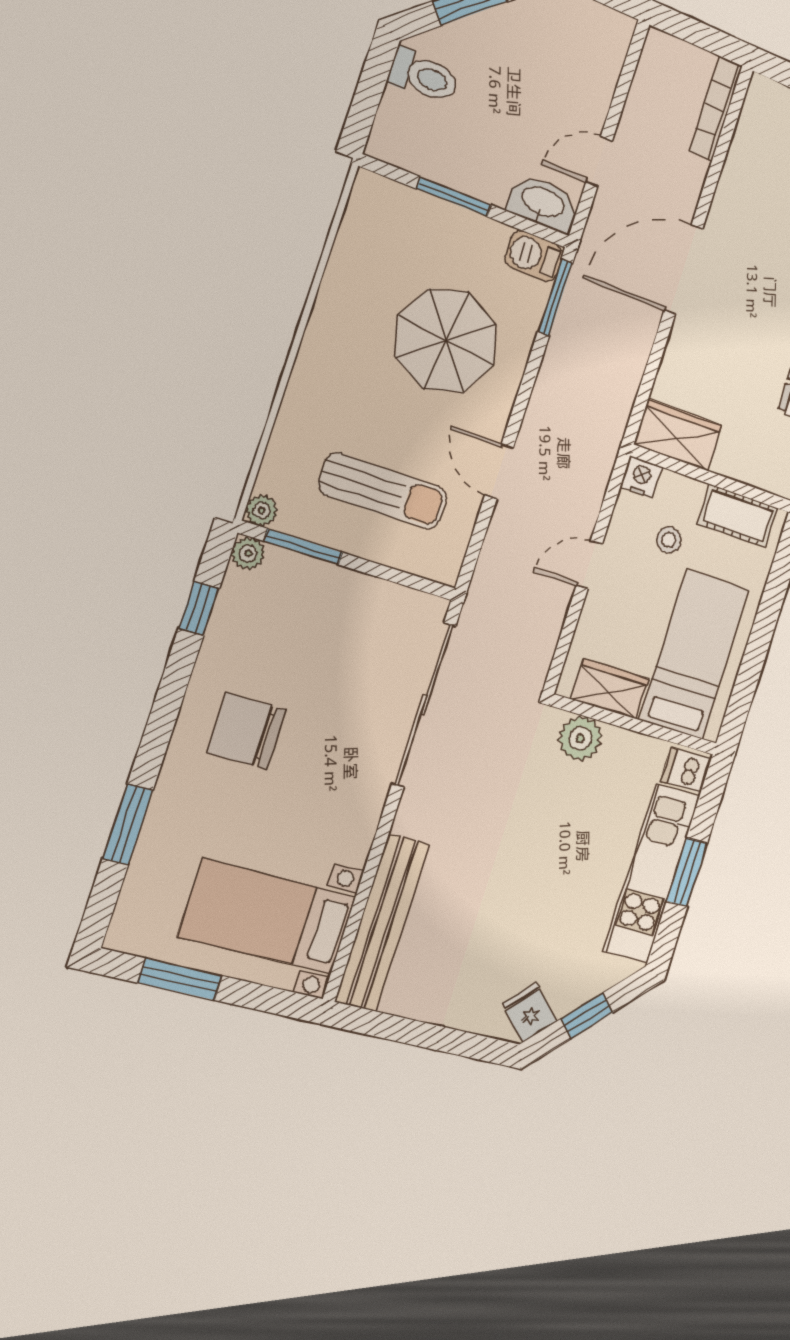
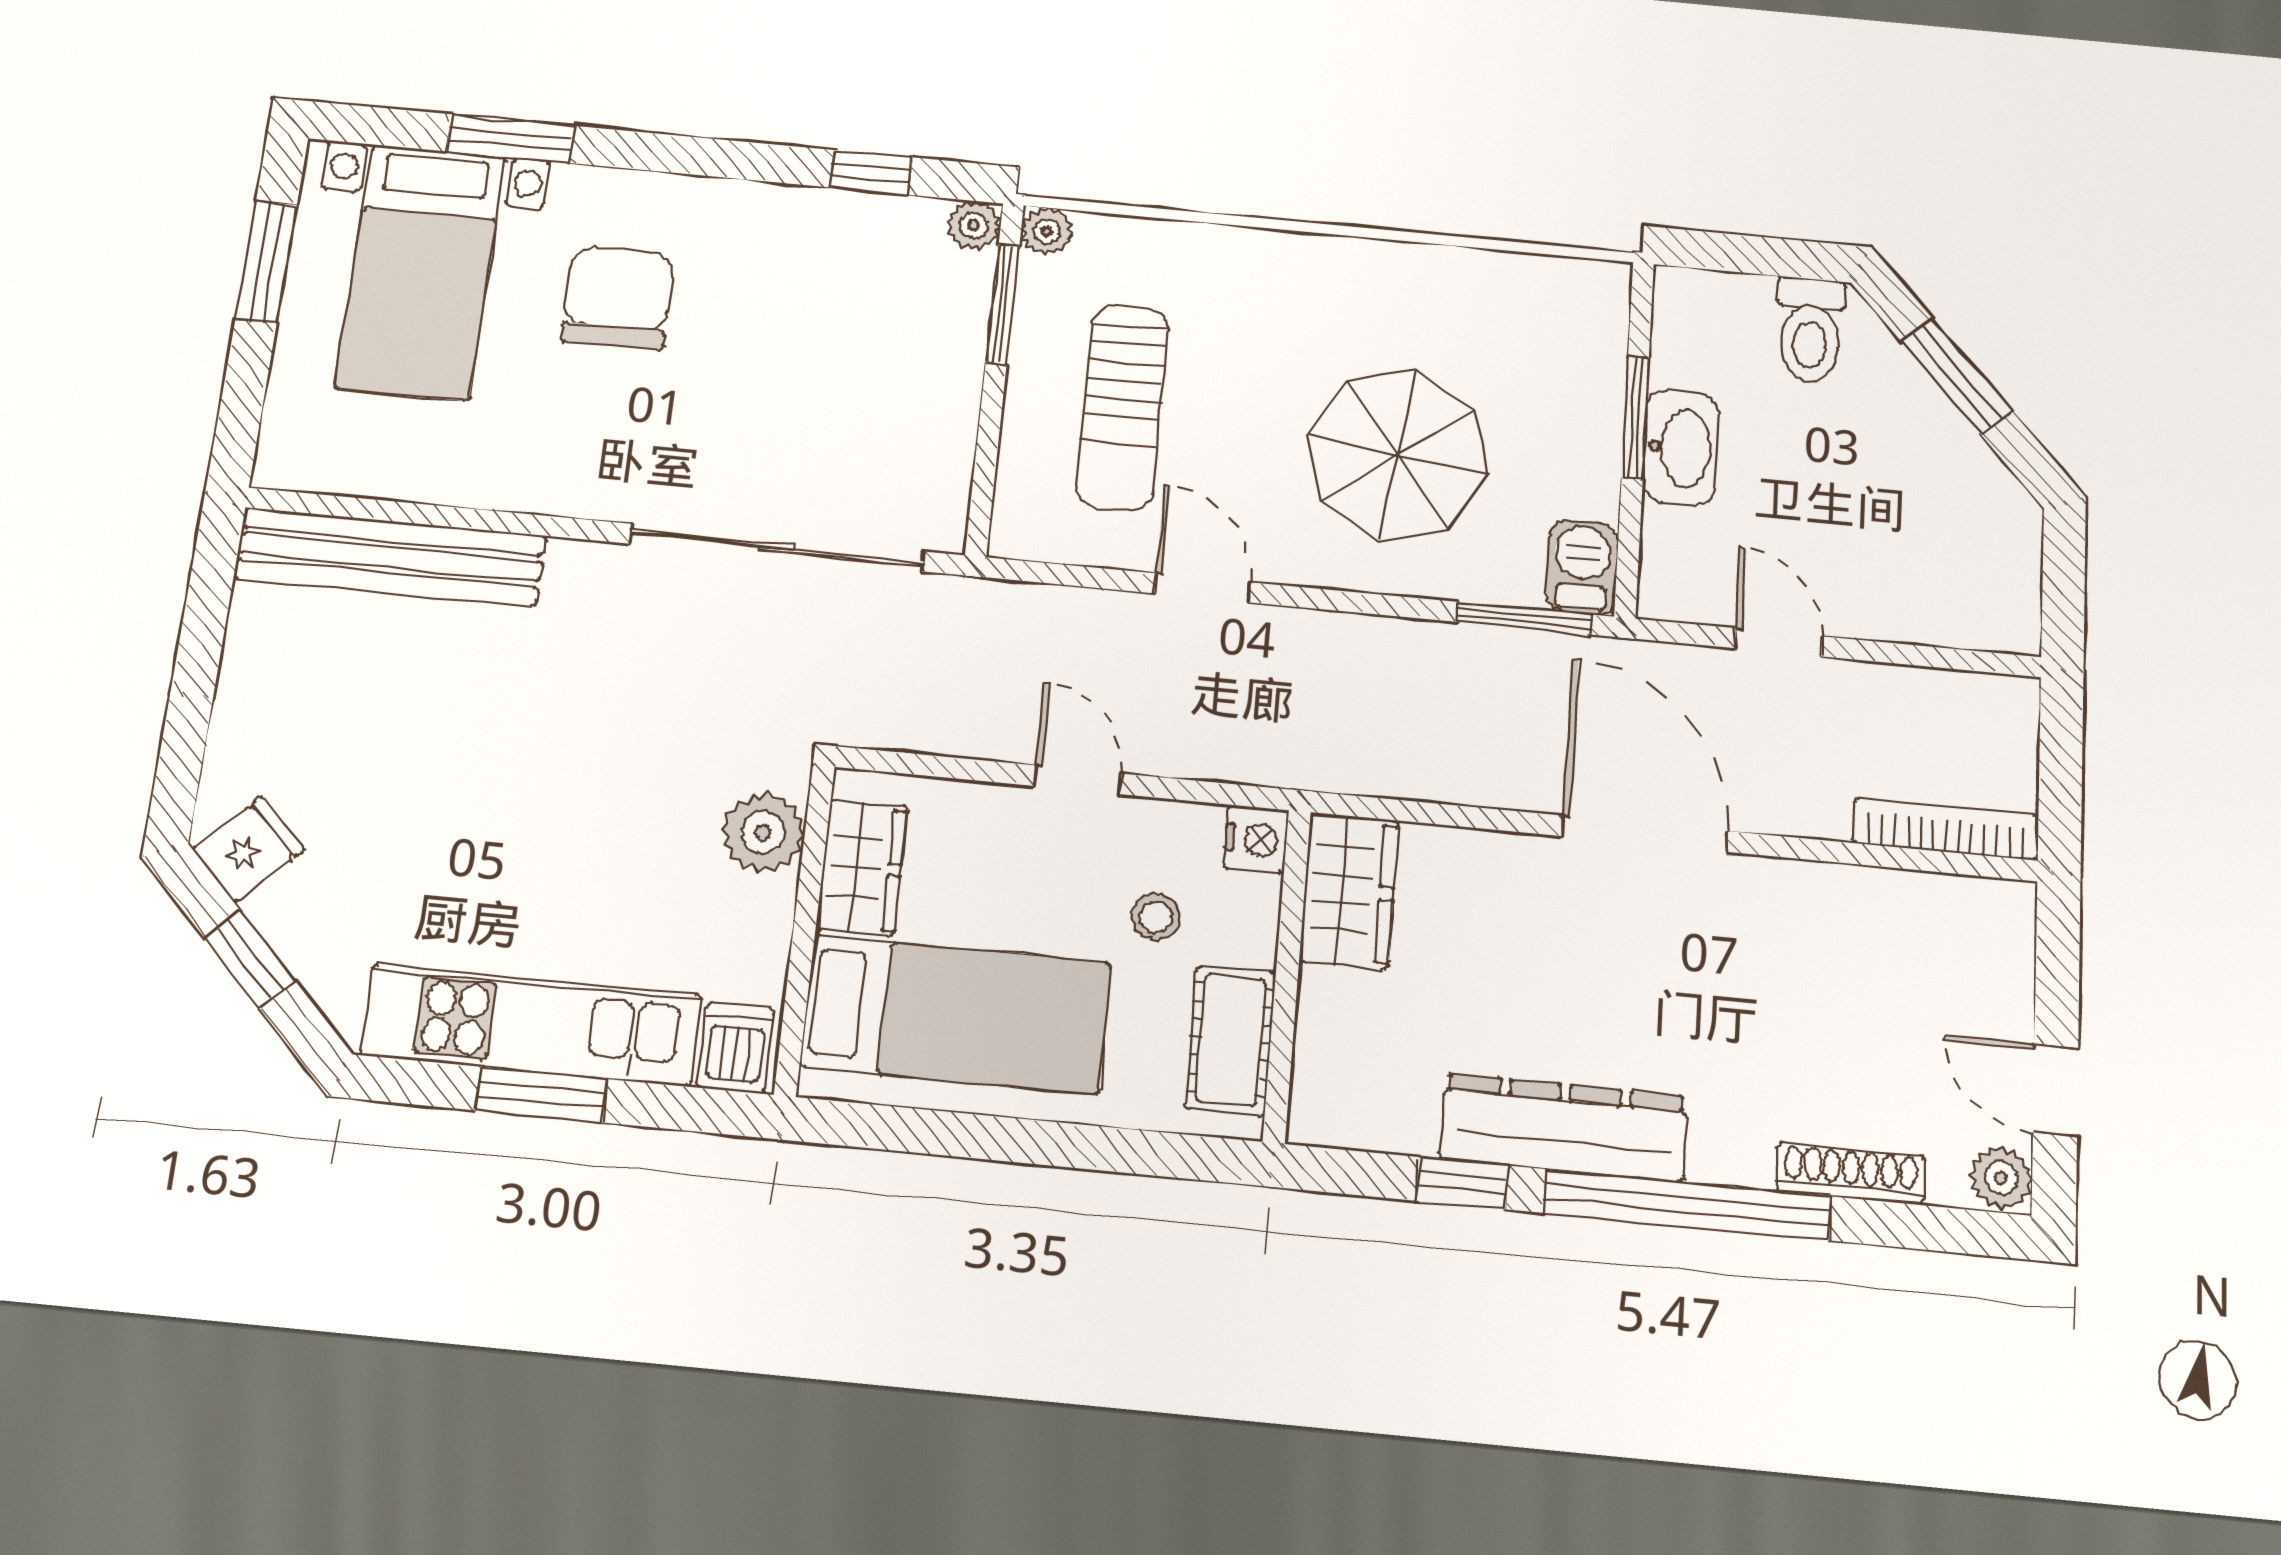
washbasin: (543, 203) -> (1681, 448), moved
door: (499, 471) -> (1202, 588), hinge flipped
chair: (247, 731) -> (618, 298), moved
bed with nightstands: (268, 917) -> (421, 272), moved, turned 180

